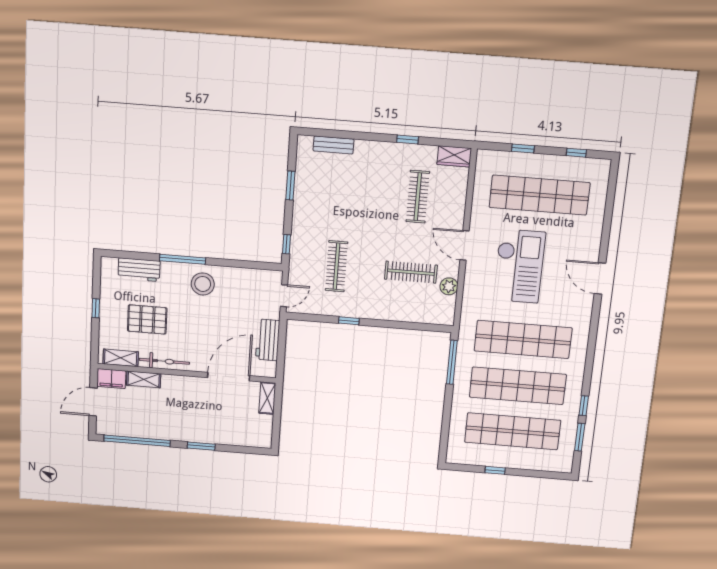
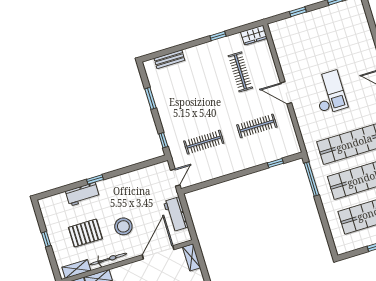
shop shelf: (540, 195) -> (322, 38), removed
window: (183, 259) -> (95, 179), width x0.46
clothes rail: (337, 266) -> (204, 142), turned 90
checkout: (519, 266) -> (329, 92), width x0.73, depth x0.83
workbench: (139, 270) -> (83, 194), moved
stool: (203, 284) -> (123, 226), moved
plant: (449, 286) -> (287, 126), removed
window: (349, 321) -> (275, 163), moved

